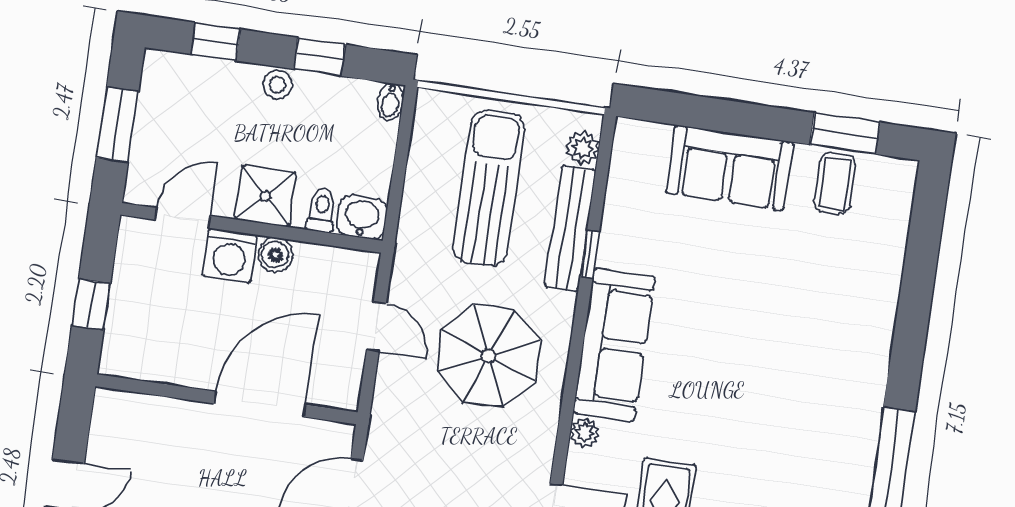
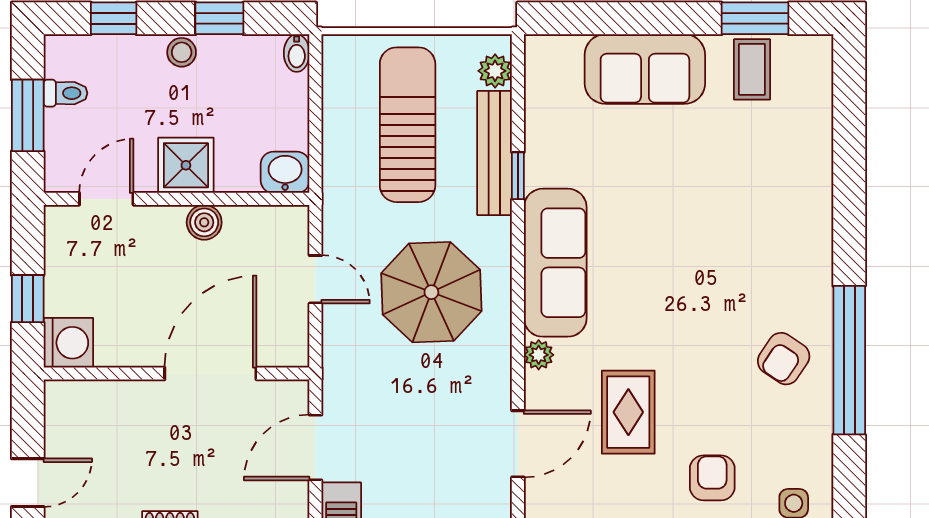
toilet: (322, 210) -> (66, 93), moved, turned 90
washing machine: (230, 255) -> (68, 343), moved, turned -90
armchair: (824, 472) -> (784, 359), added

